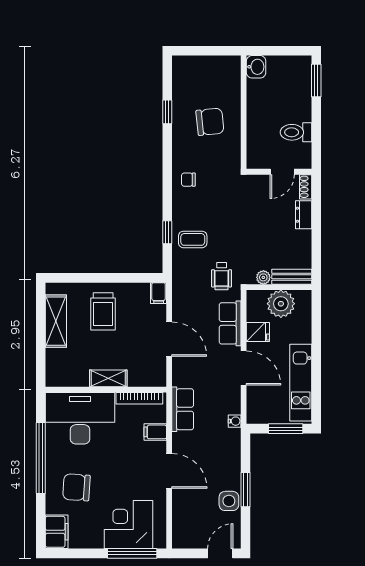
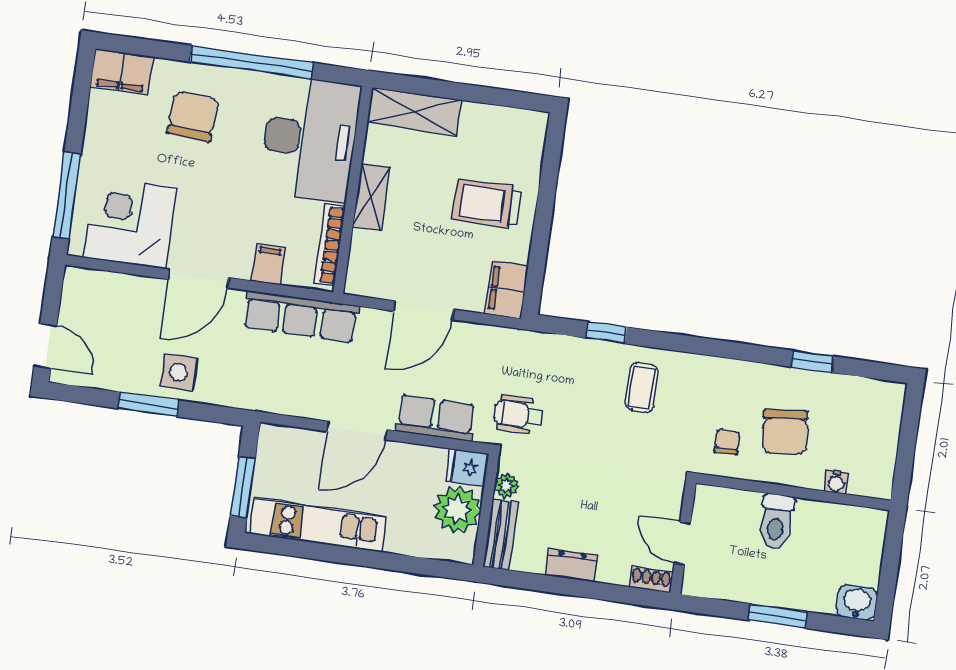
washbasin: (256, 67) -> (857, 602), moved, turned 180
window: (316, 81) -> (778, 616), moved
toilet: (296, 132) -> (776, 522), moved, turned 180
chair: (188, 180) -> (727, 442), moved
dresser: (304, 215) -> (571, 565), moved
coffee table: (193, 239) -> (642, 387), moved
filing cabinet: (159, 293) -> (507, 290), width x2.00
shelving: (56, 321) -> (414, 111), moved
fridge: (258, 332) -> (467, 468), moved, turned 90
row of seats: (183, 409) -> (301, 316), width x1.48
water cooler: (235, 421) -> (836, 482), moved
side table: (229, 501) -> (179, 372), moved
corner desk: (128, 525) -> (130, 222), moved, turned -90

